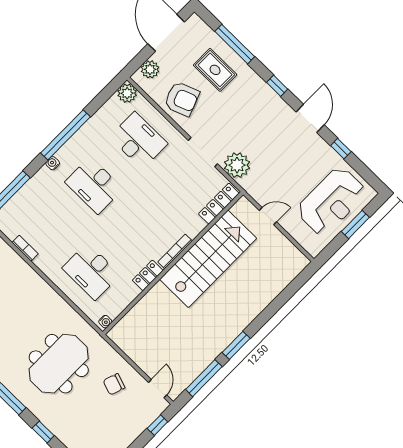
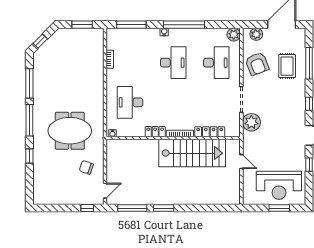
desk: (94, 185) -> (173, 63), turned 180
locker: (219, 204) -> (210, 132), moved

